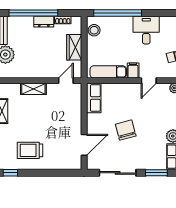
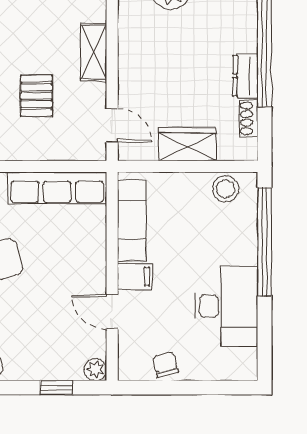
desk: (146, 30) -> (226, 306), width x1.37
row of seats: (94, 98) -> (57, 188), width x1.48
pallet: (53, 114) -> (36, 96), added

